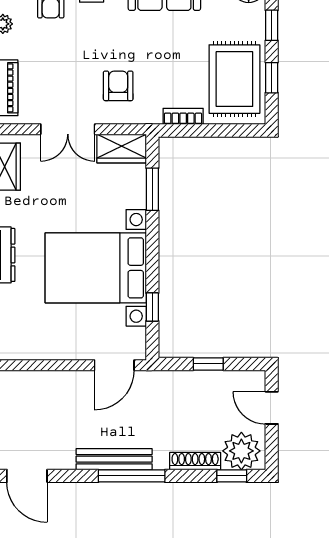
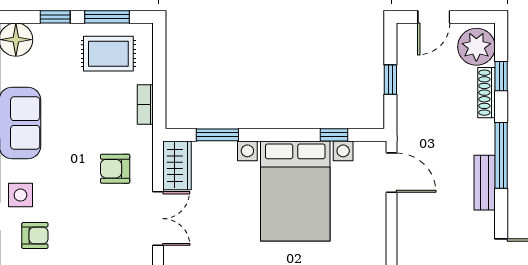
window: (272, 78) -> (107, 17), width x1.50
rug: (234, 79) -> (108, 54), width x0.73, depth x0.70
bench: (114, 459) -> (485, 183), width x0.73
window: (232, 476) -> (501, 76), moved

